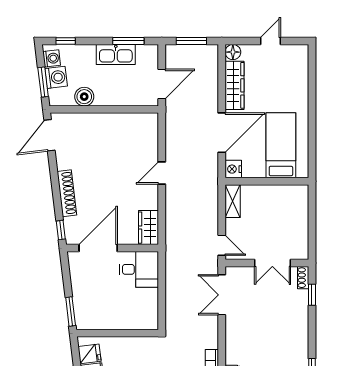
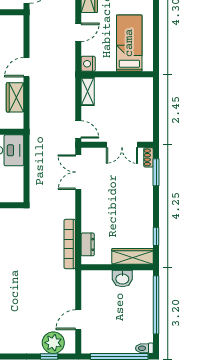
door: (222, 133) -> (78, 32), width x0.53
wardrobe: (148, 228) -> (15, 97), moved
window: (312, 295) -> (156, 172), width x1.50

